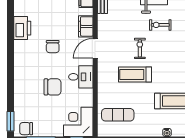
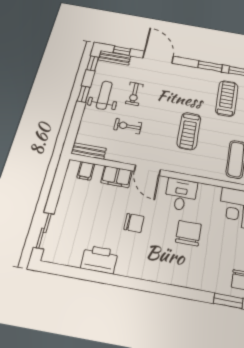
exercise bike: (140, 48) -> (128, 126), moved

